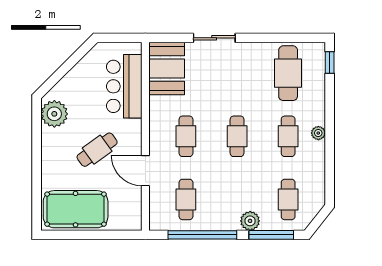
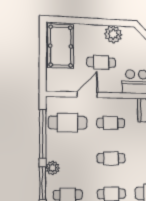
plant: (54, 114) -> (113, 34), moved
cafe table: (97, 150) -> (101, 62), turned -54
cafe table: (186, 199) -> (68, 123), width x1.37, depth x1.35

